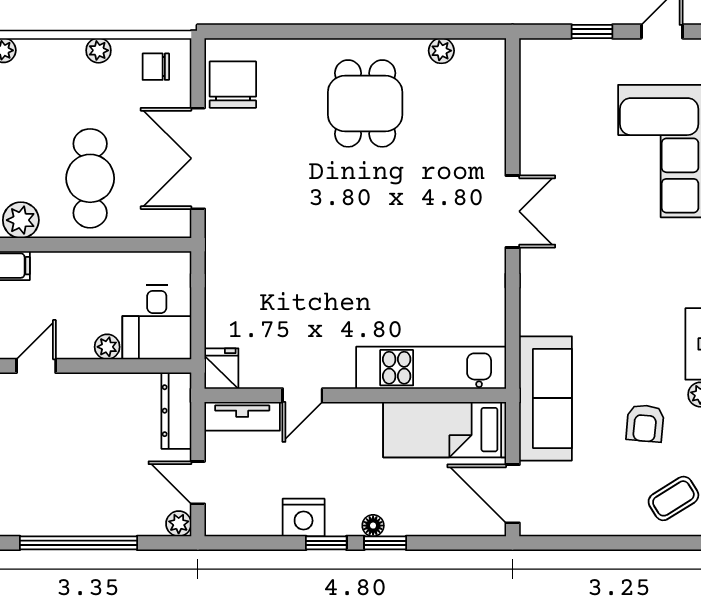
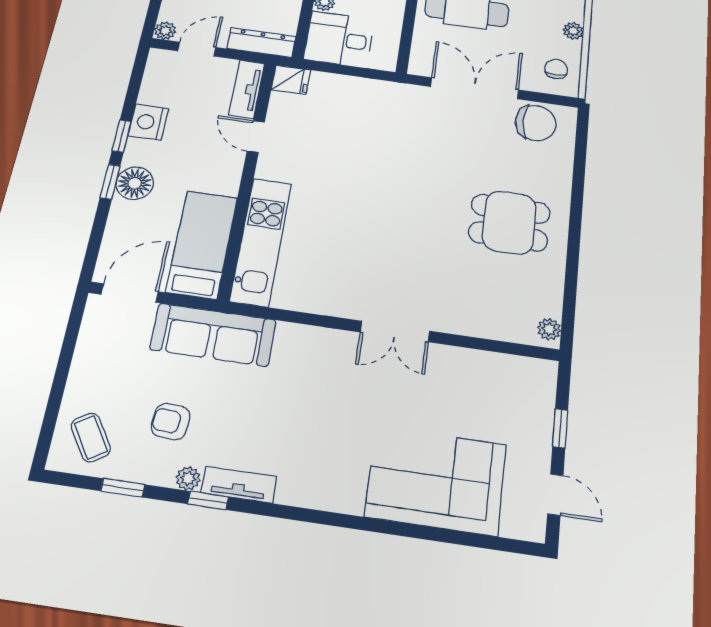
plant: (441, 51) -> (549, 329), moved
floor lamp: (373, 526) -> (135, 183), width x1.89, depth x1.89

